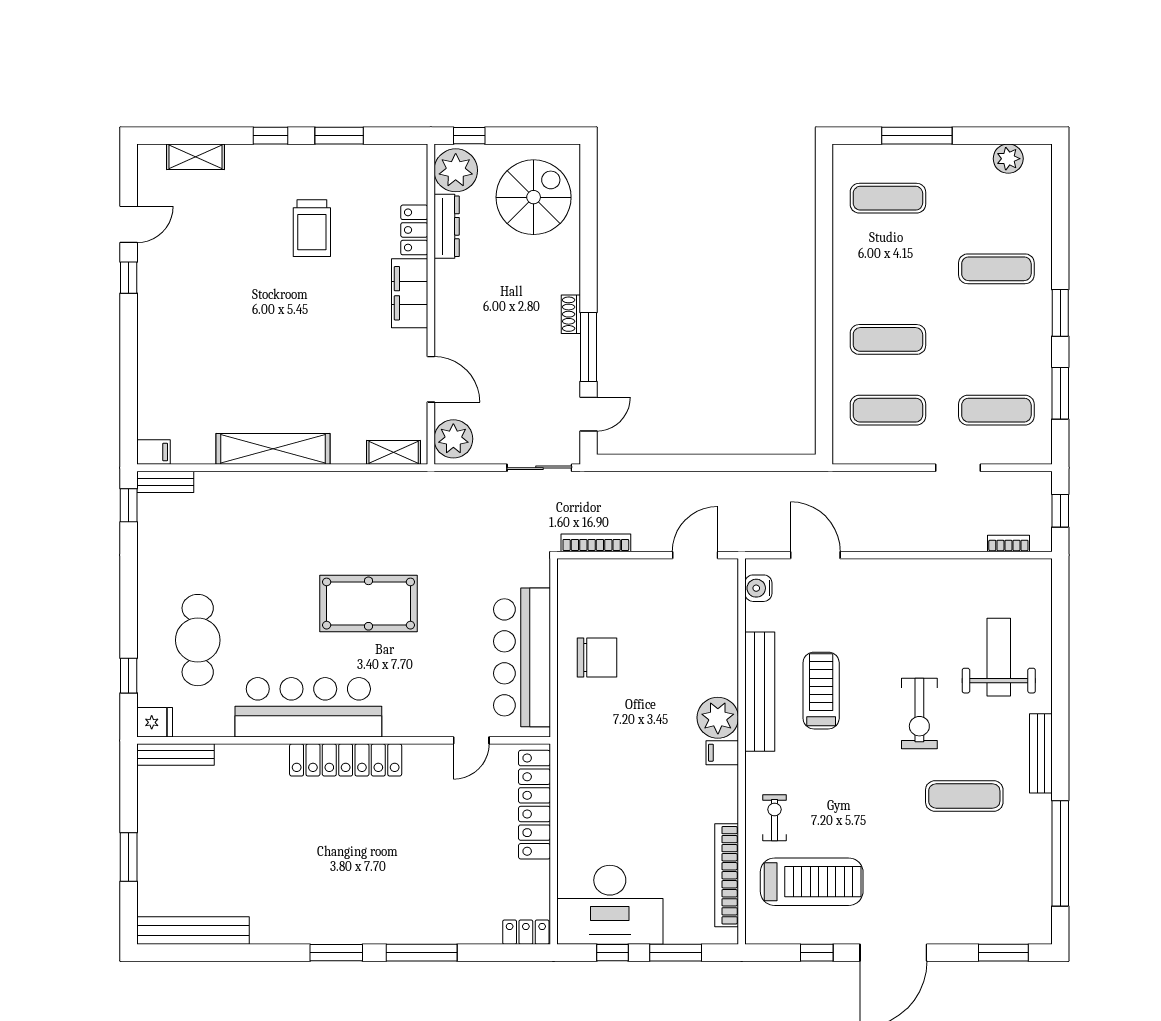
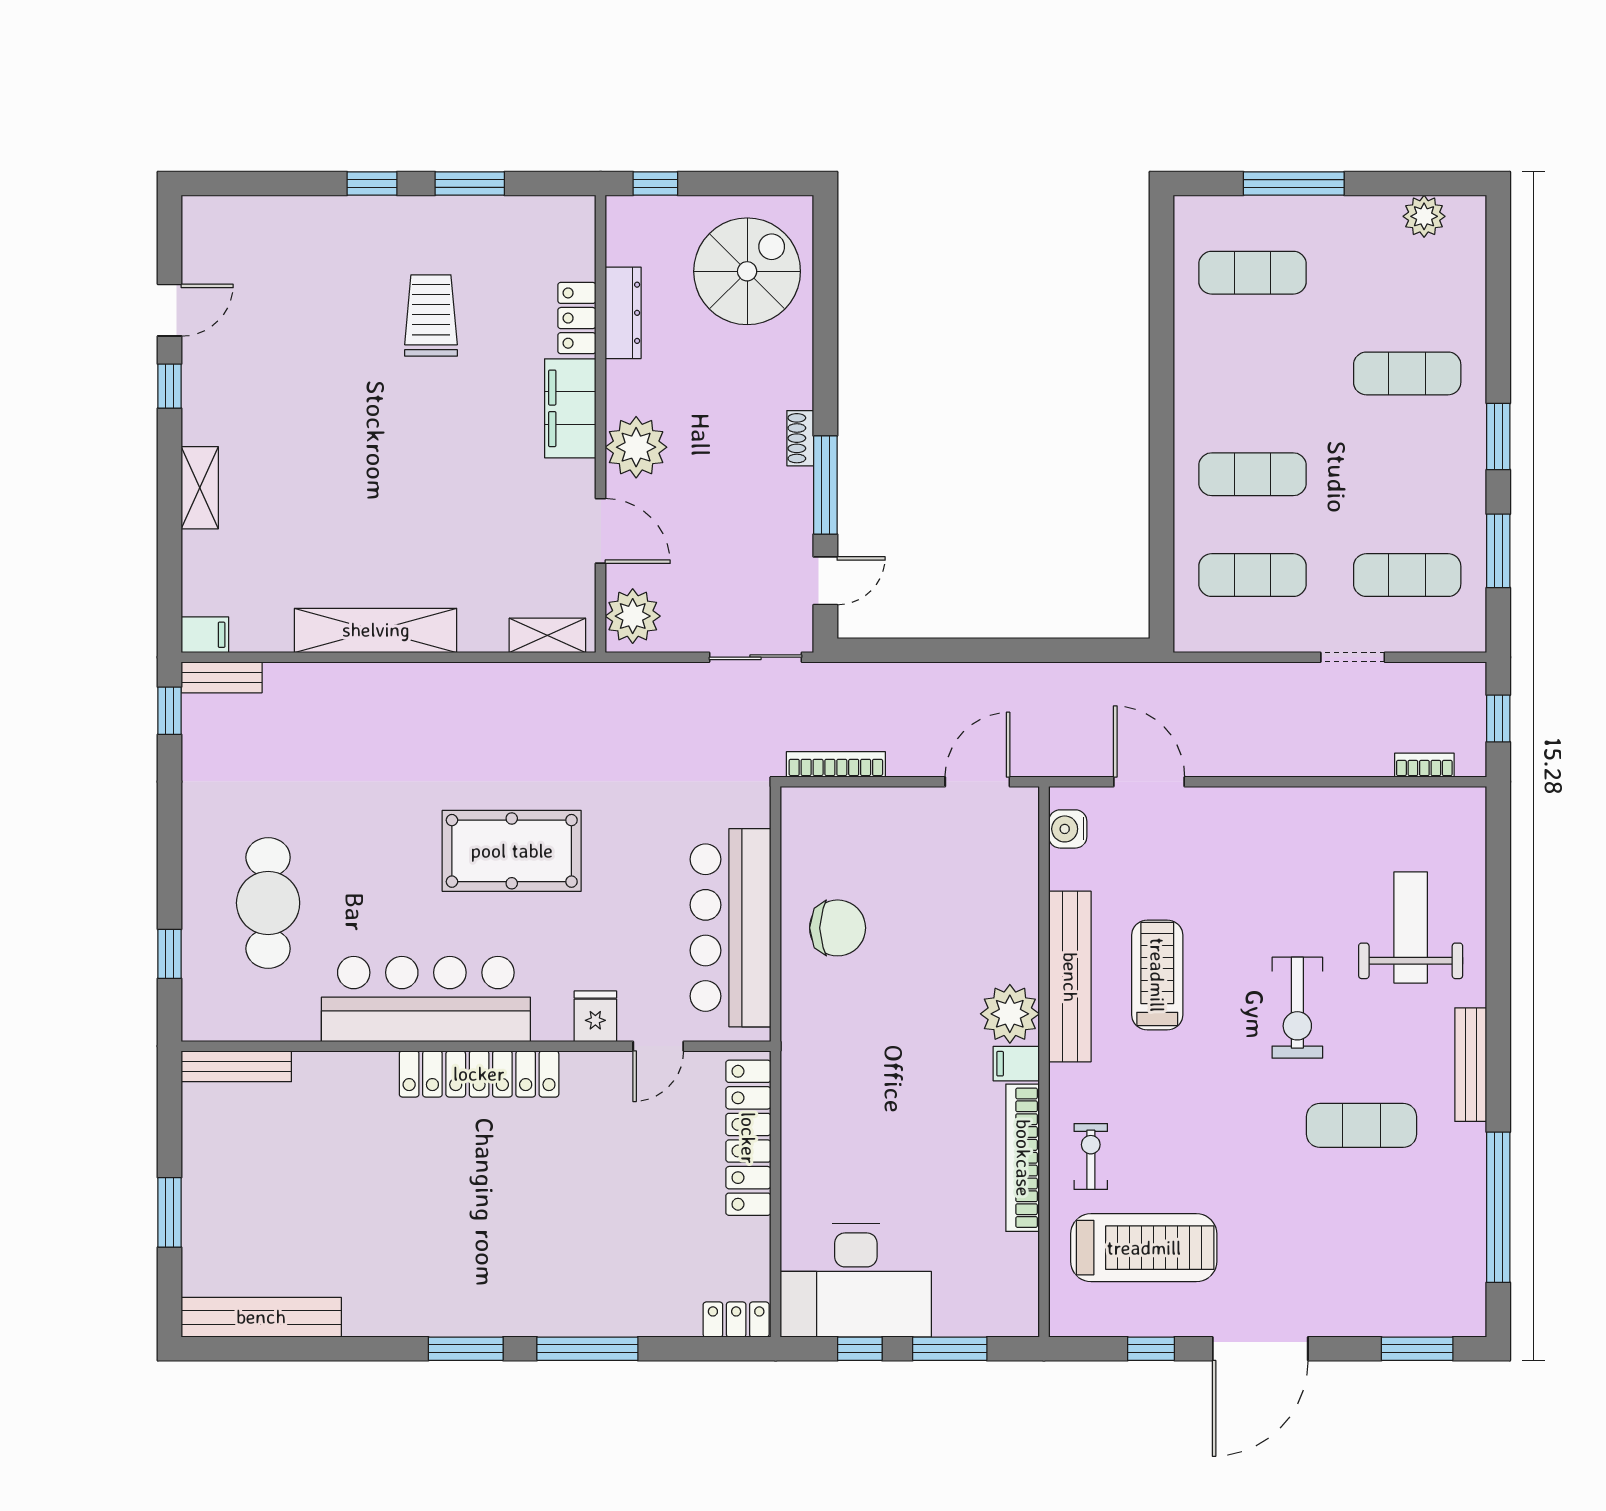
shelving: (195, 157) -> (200, 488), moved, turned 90
plant: (456, 170) -> (636, 447), moved
trolley: (312, 228) -> (431, 315), turned 180
fridge: (155, 722) -> (595, 1016), moved, turned -90
bookcase: (727, 875) -> (1023, 1158), moved

